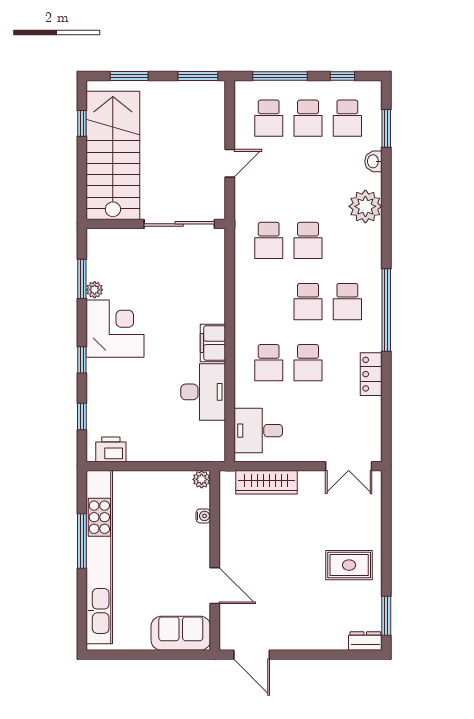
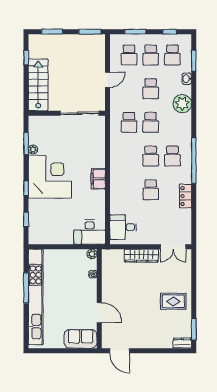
window: (280, 76) -> (135, 32), width x0.69
stairs: (113, 155) -> (38, 85), width x0.73, depth x0.66
corner desk: (115, 329) -> (50, 177), width x1.36, depth x1.36
school desk: (269, 363) -> (151, 89), moved
desk: (203, 392) -> (90, 232), moved, turned 90
printer: (111, 449) -> (42, 237), removed
wardrobe: (266, 482) -> (141, 256), moved

